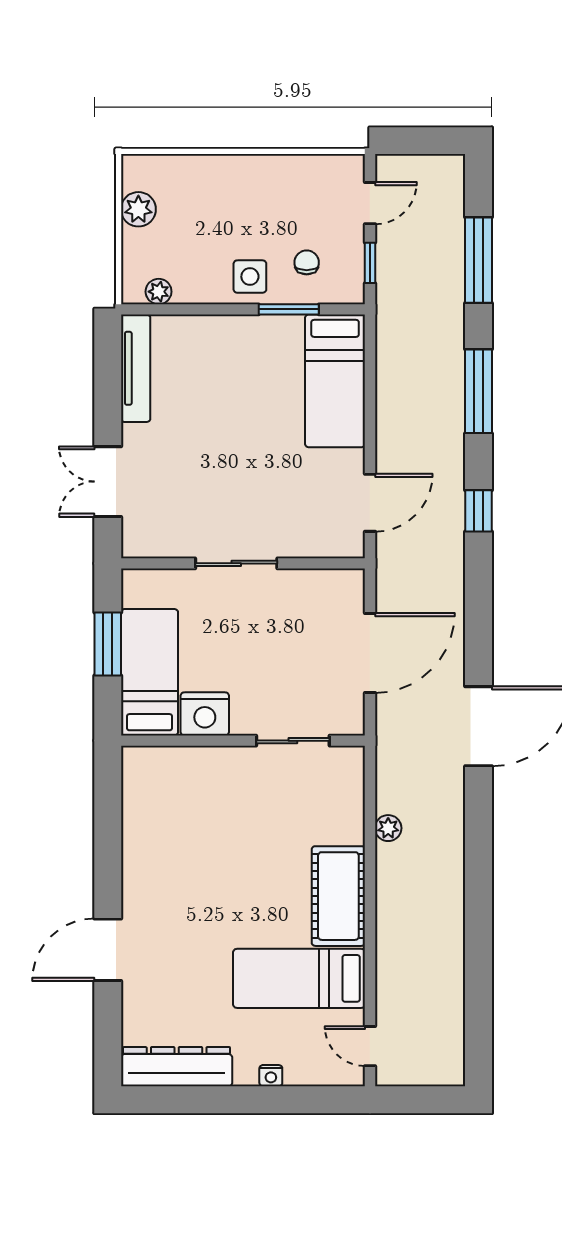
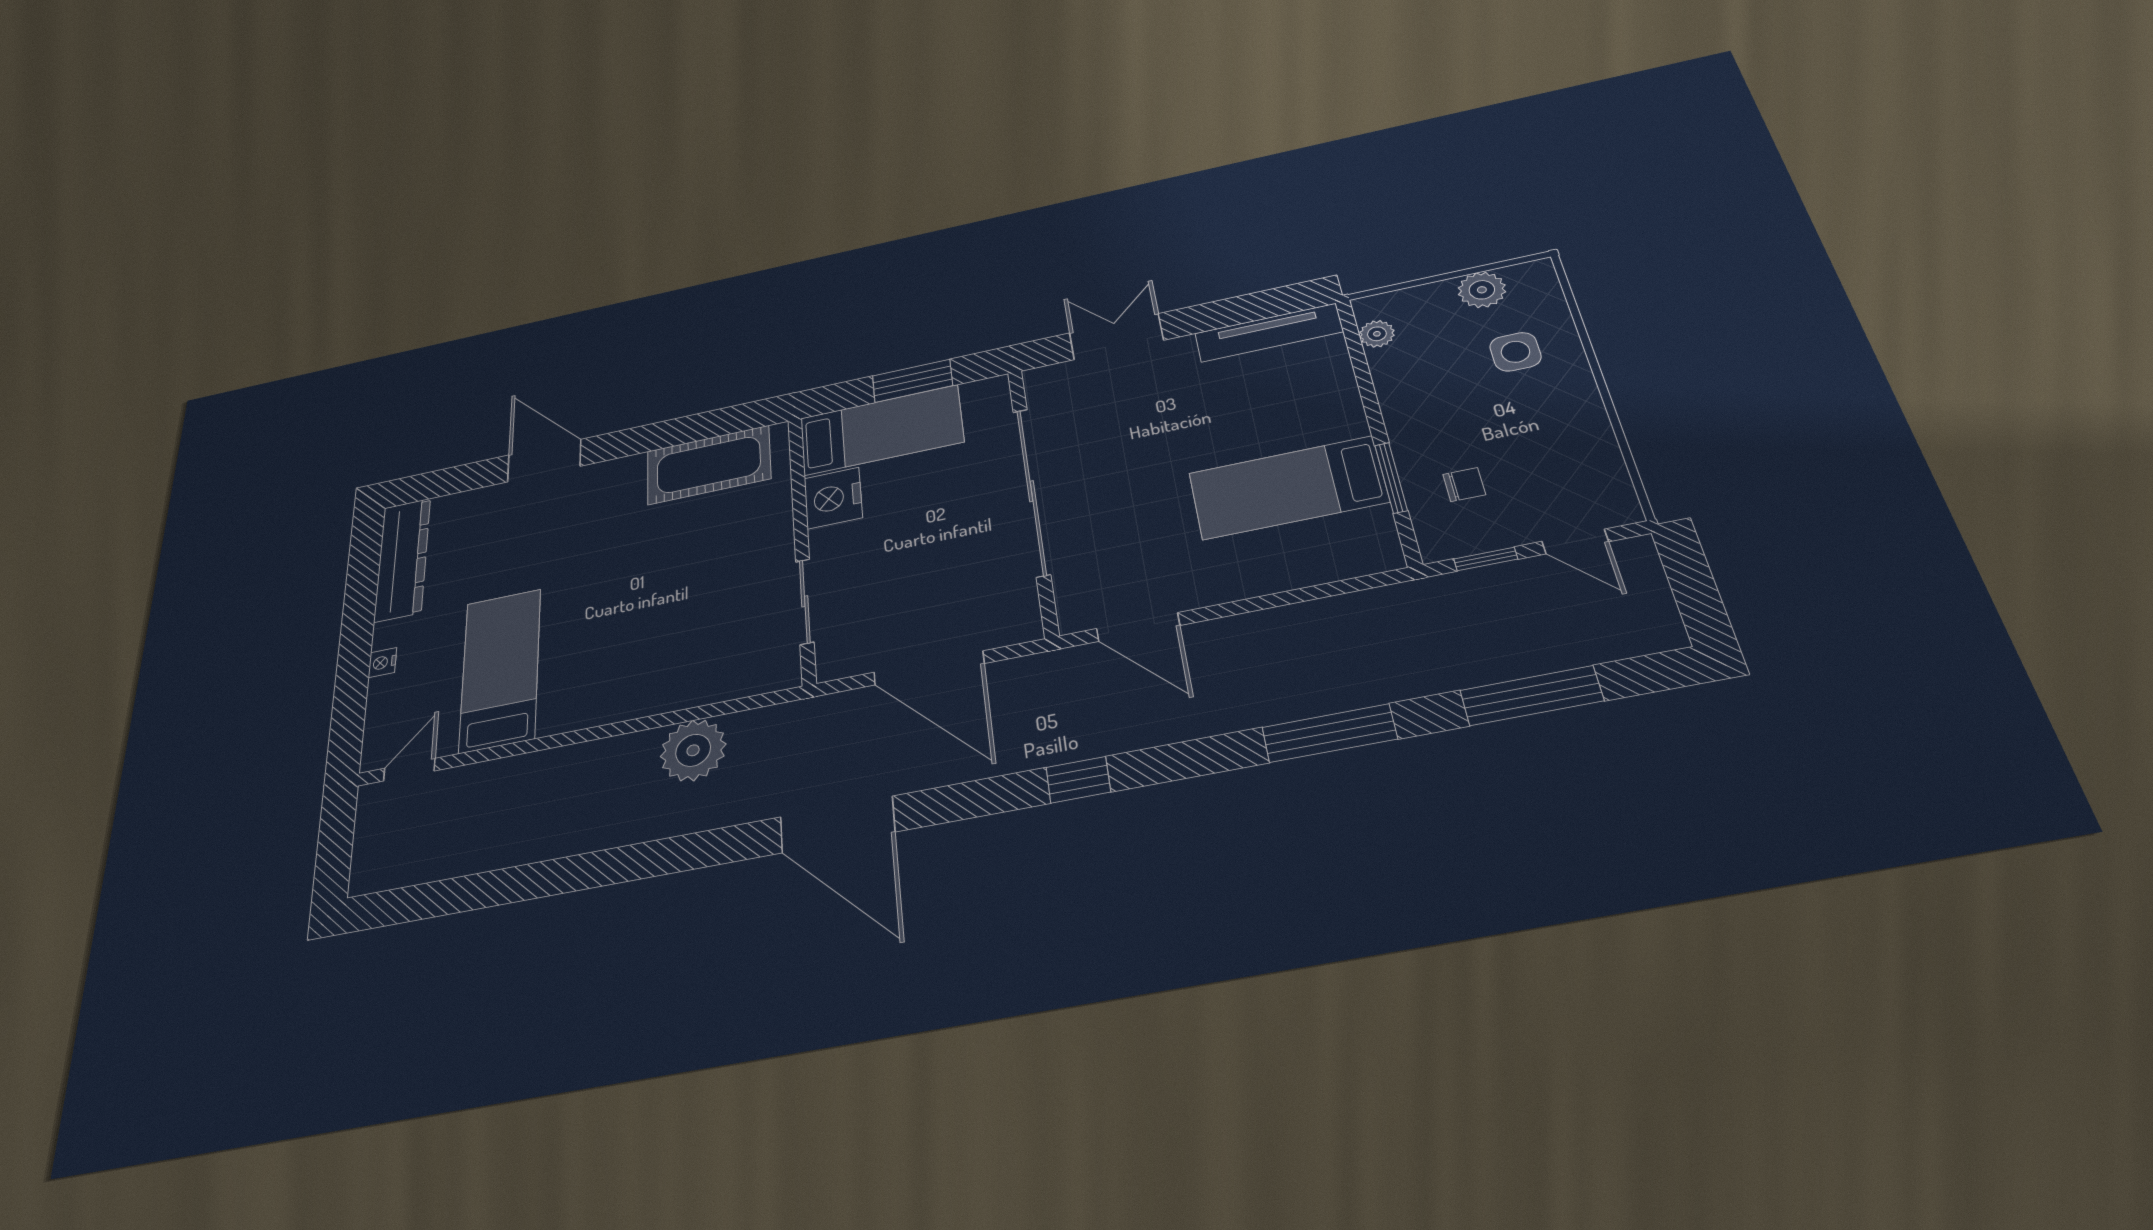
side table: (250, 277) -> (1515, 352), moved
bed: (335, 381) -> (1288, 488), moved
window: (479, 511) -> (1078, 780), moved
sliding door: (236, 563) -> (1031, 491), width x1.86
plant: (388, 828) -> (693, 750), width x1.88, depth x1.88
cot: (338, 896) -> (709, 465), moved

